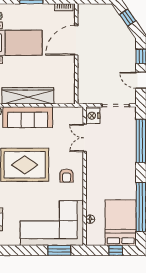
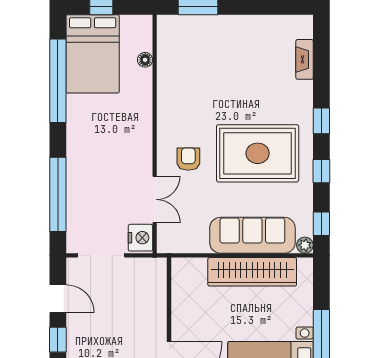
armchair: (67, 176) -> (188, 159), moved
corner sofa: (52, 223) -> (211, 53), removed

